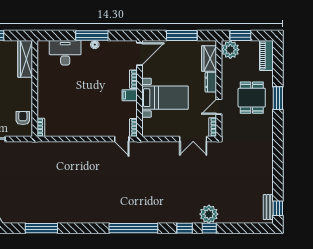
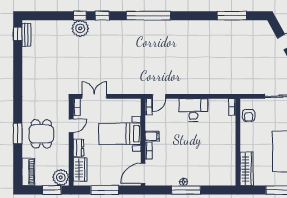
desk: (65, 53) -> (193, 110), moved, turned 180
door: (122, 139) -> (159, 96), swing flipped

